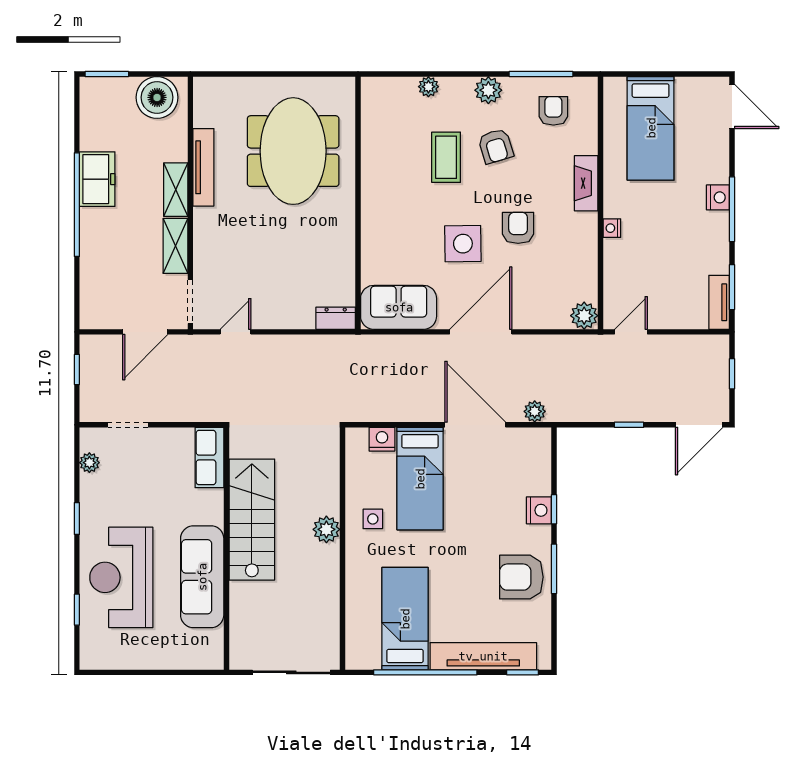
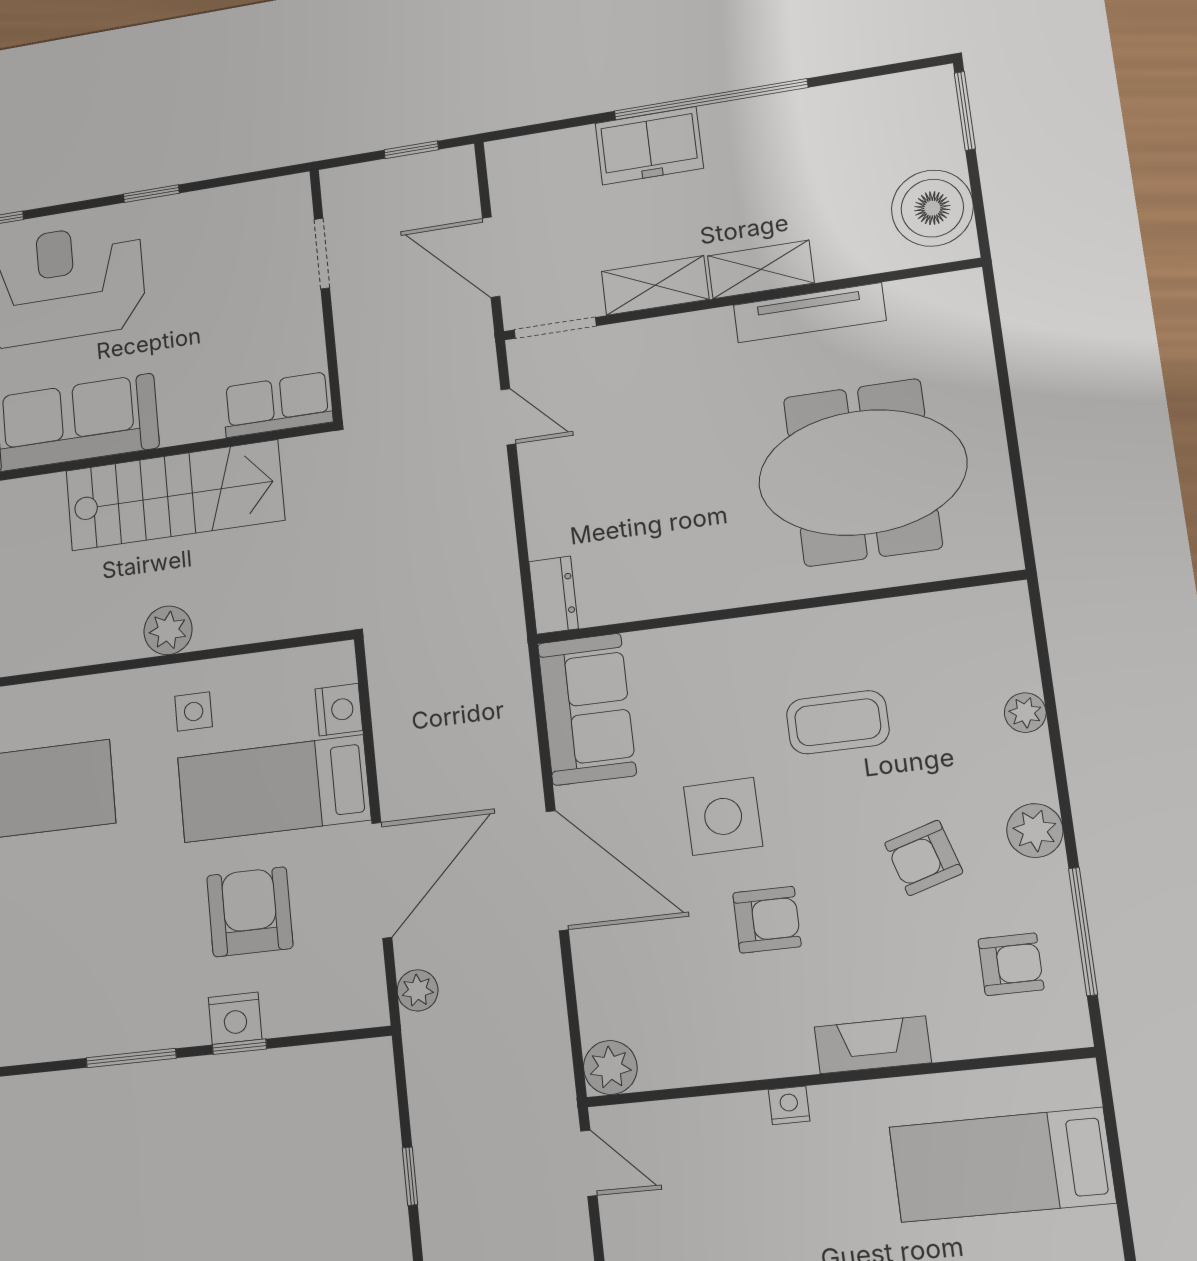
coffee table: (446, 157) -> (838, 722), moved
freezer: (97, 179) -> (649, 146), moved
plant: (89, 463) -> (250, 199), removed
armchair: (521, 577) -> (250, 912), moved

